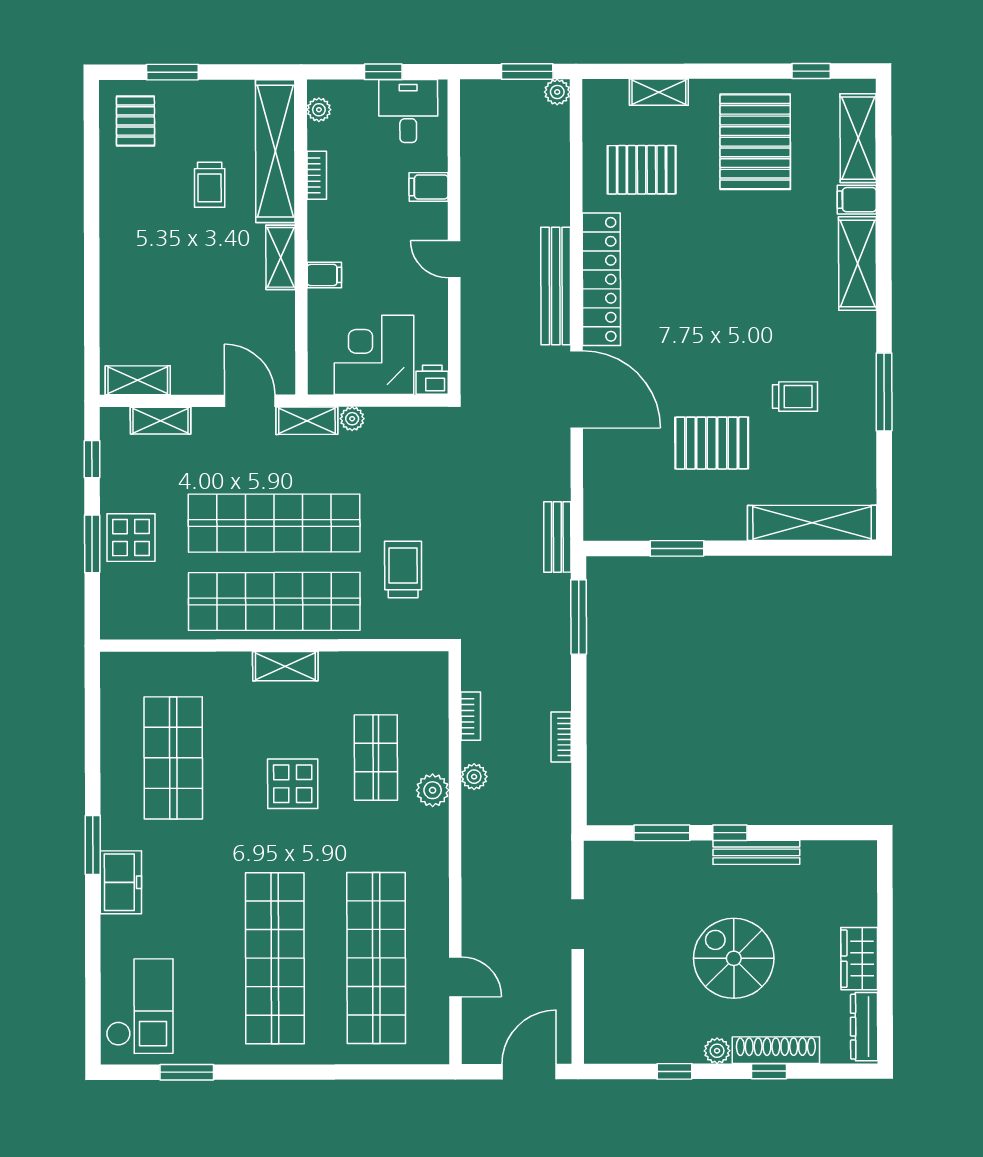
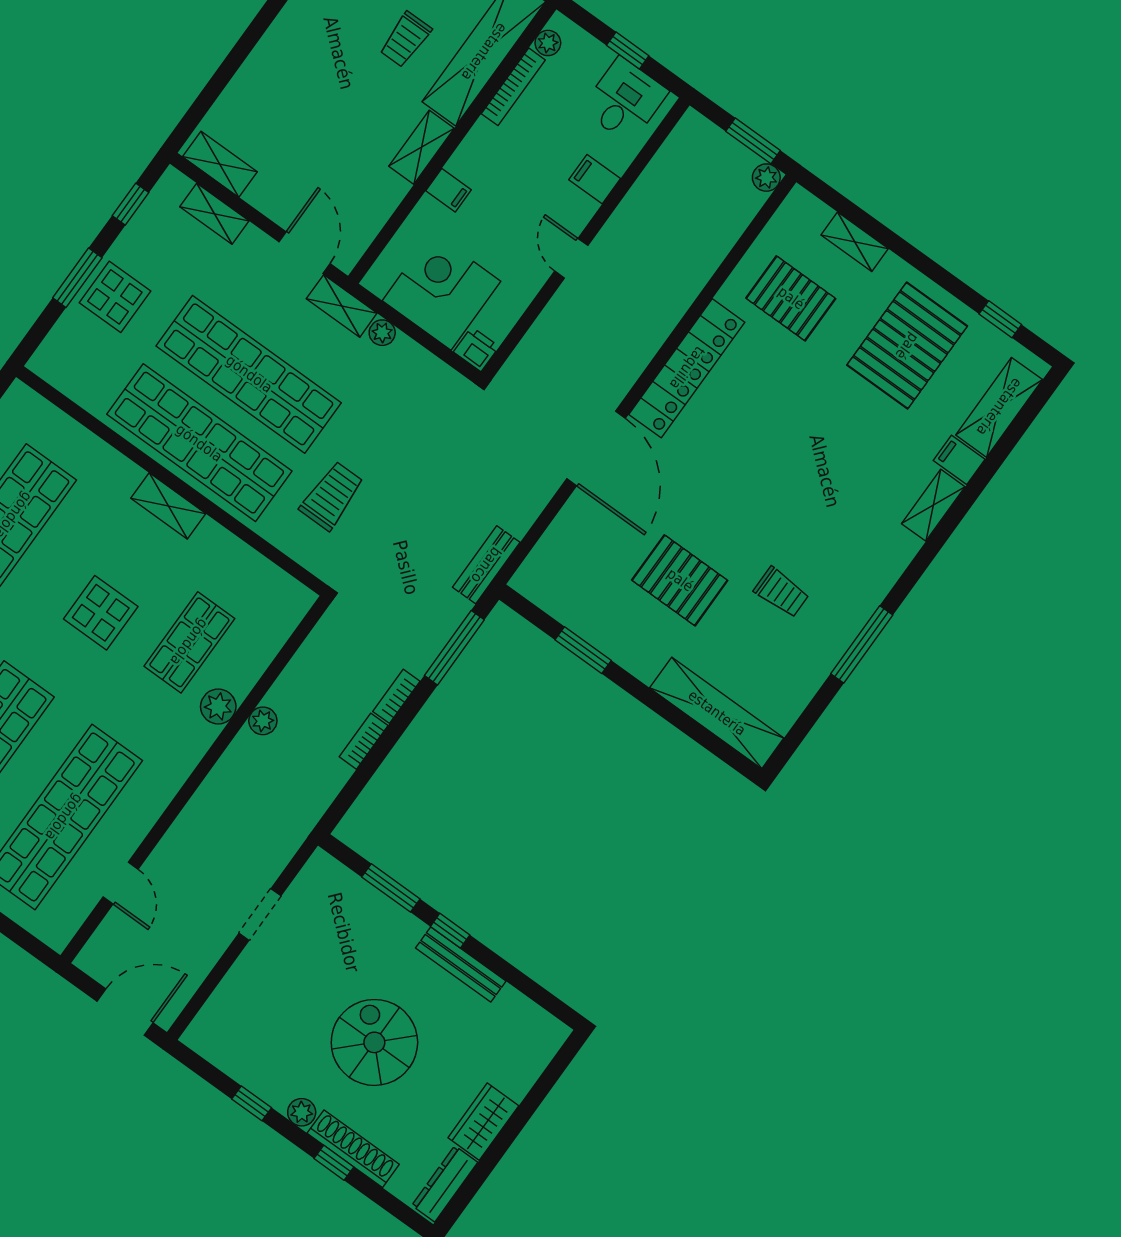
bookcase: (317, 175) -> (513, 87), width x1.56
shelving: (857, 263) -> (933, 505), width x0.67, depth x0.75
bench: (556, 286) -> (643, 345), removed
bookcase: (471, 716) -> (396, 696), moved, turned 180

